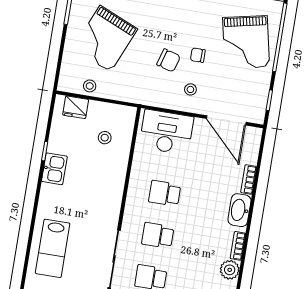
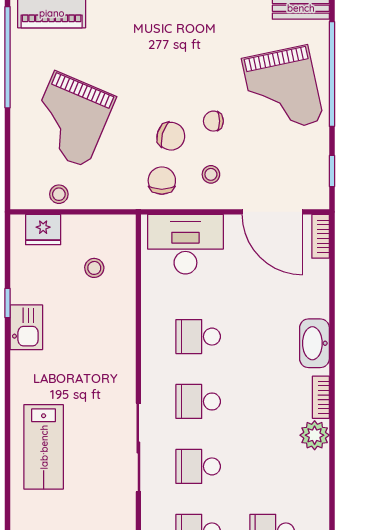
chair: (158, 88) -> (162, 181), added
bookcase: (249, 179) -> (321, 236), moved

